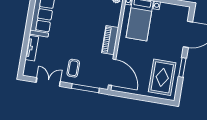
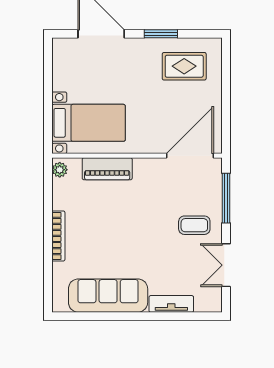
piano: (110, 40) -> (107, 169), moved
rug: (162, 77) -> (184, 66), width x0.73, depth x0.70

